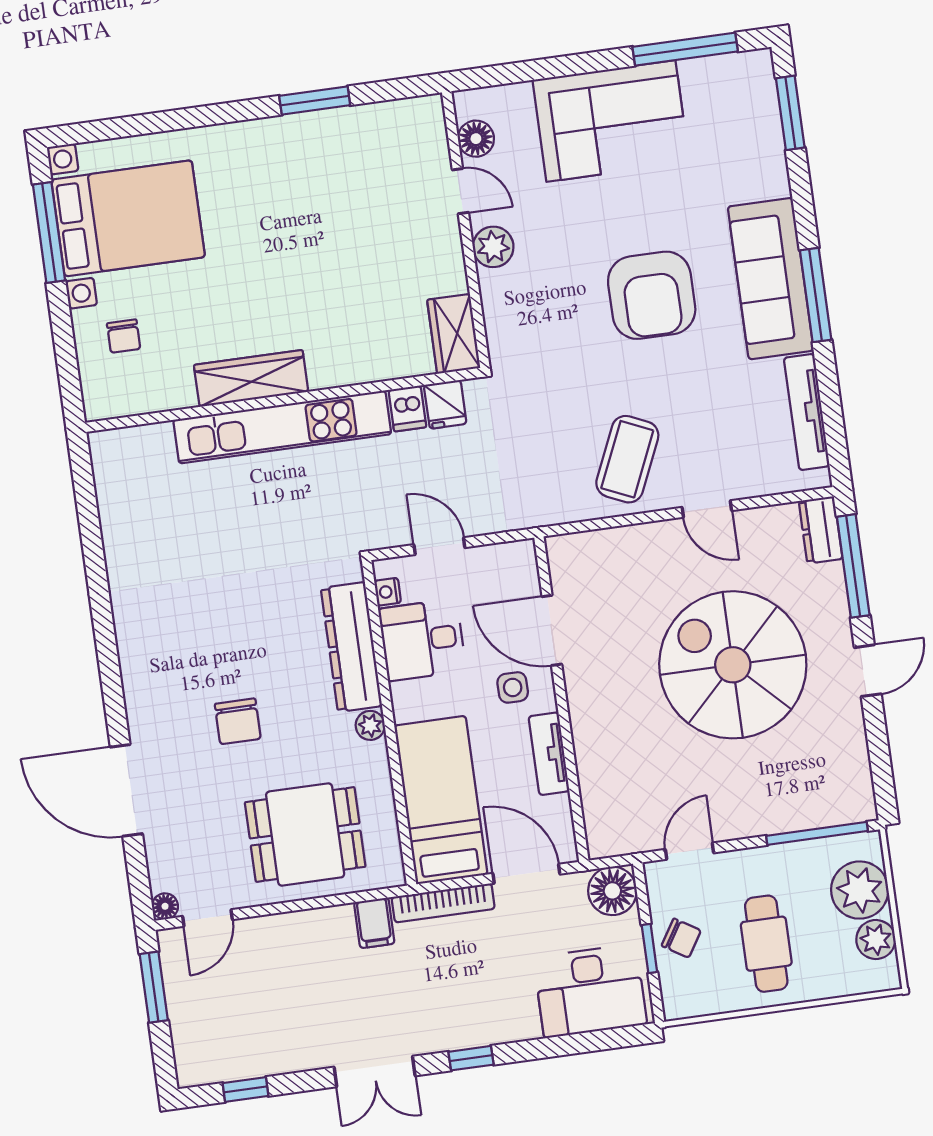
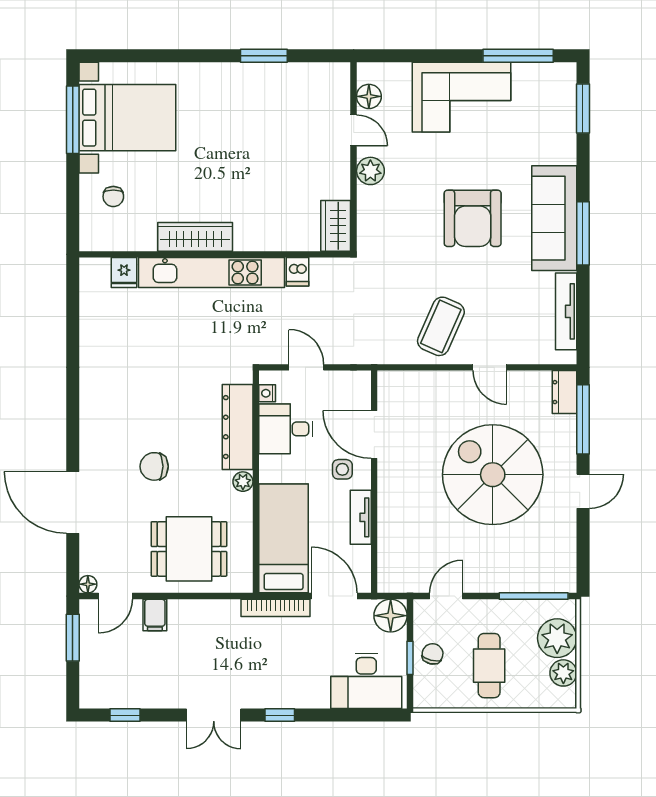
fridge: (445, 404) -> (124, 273), moved
chair: (238, 721) -> (154, 466), turned 90
filing cabinet: (374, 923) -> (155, 615), moved
chair: (681, 938) -> (433, 654), turned -108

